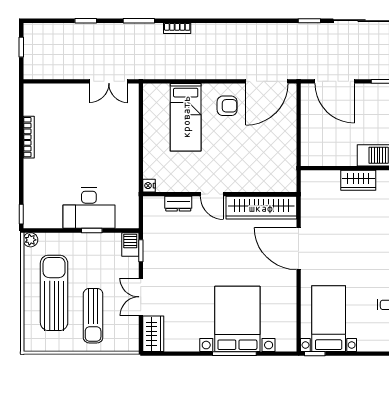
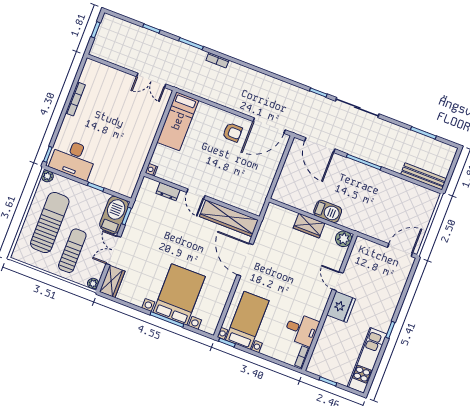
bed: (186, 117) -> (178, 121), moved
desk: (89, 208) -> (73, 159), moved
barbecue: (130, 245) -> (114, 215), width x1.88, depth x1.53
sun lounger: (93, 316) -> (72, 251), turned 180
plant: (132, 345) -> (93, 284), added

